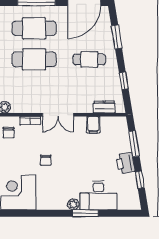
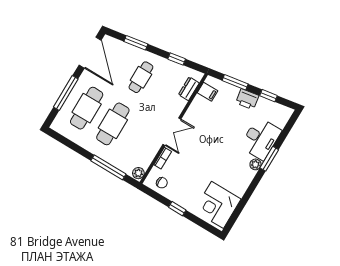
filing cabinet: (93, 125) -> (207, 92), moved
chair: (46, 160) -> (204, 165), removed

